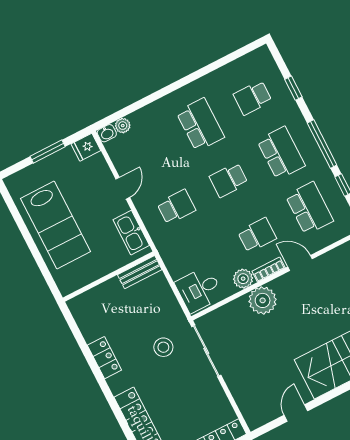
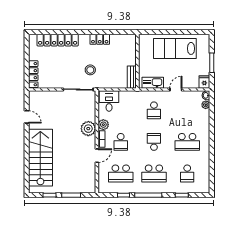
school desk: (253, 98) -> (187, 173), turned 180
door: (123, 188) -> (176, 89), swing flipped

